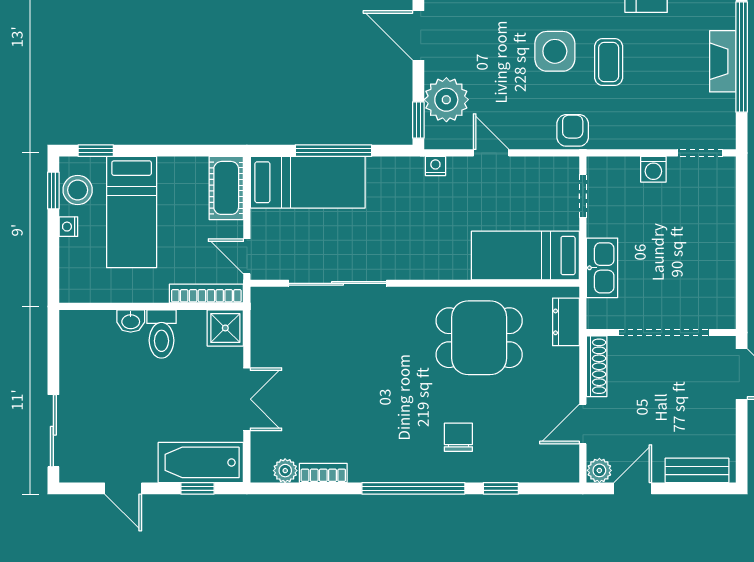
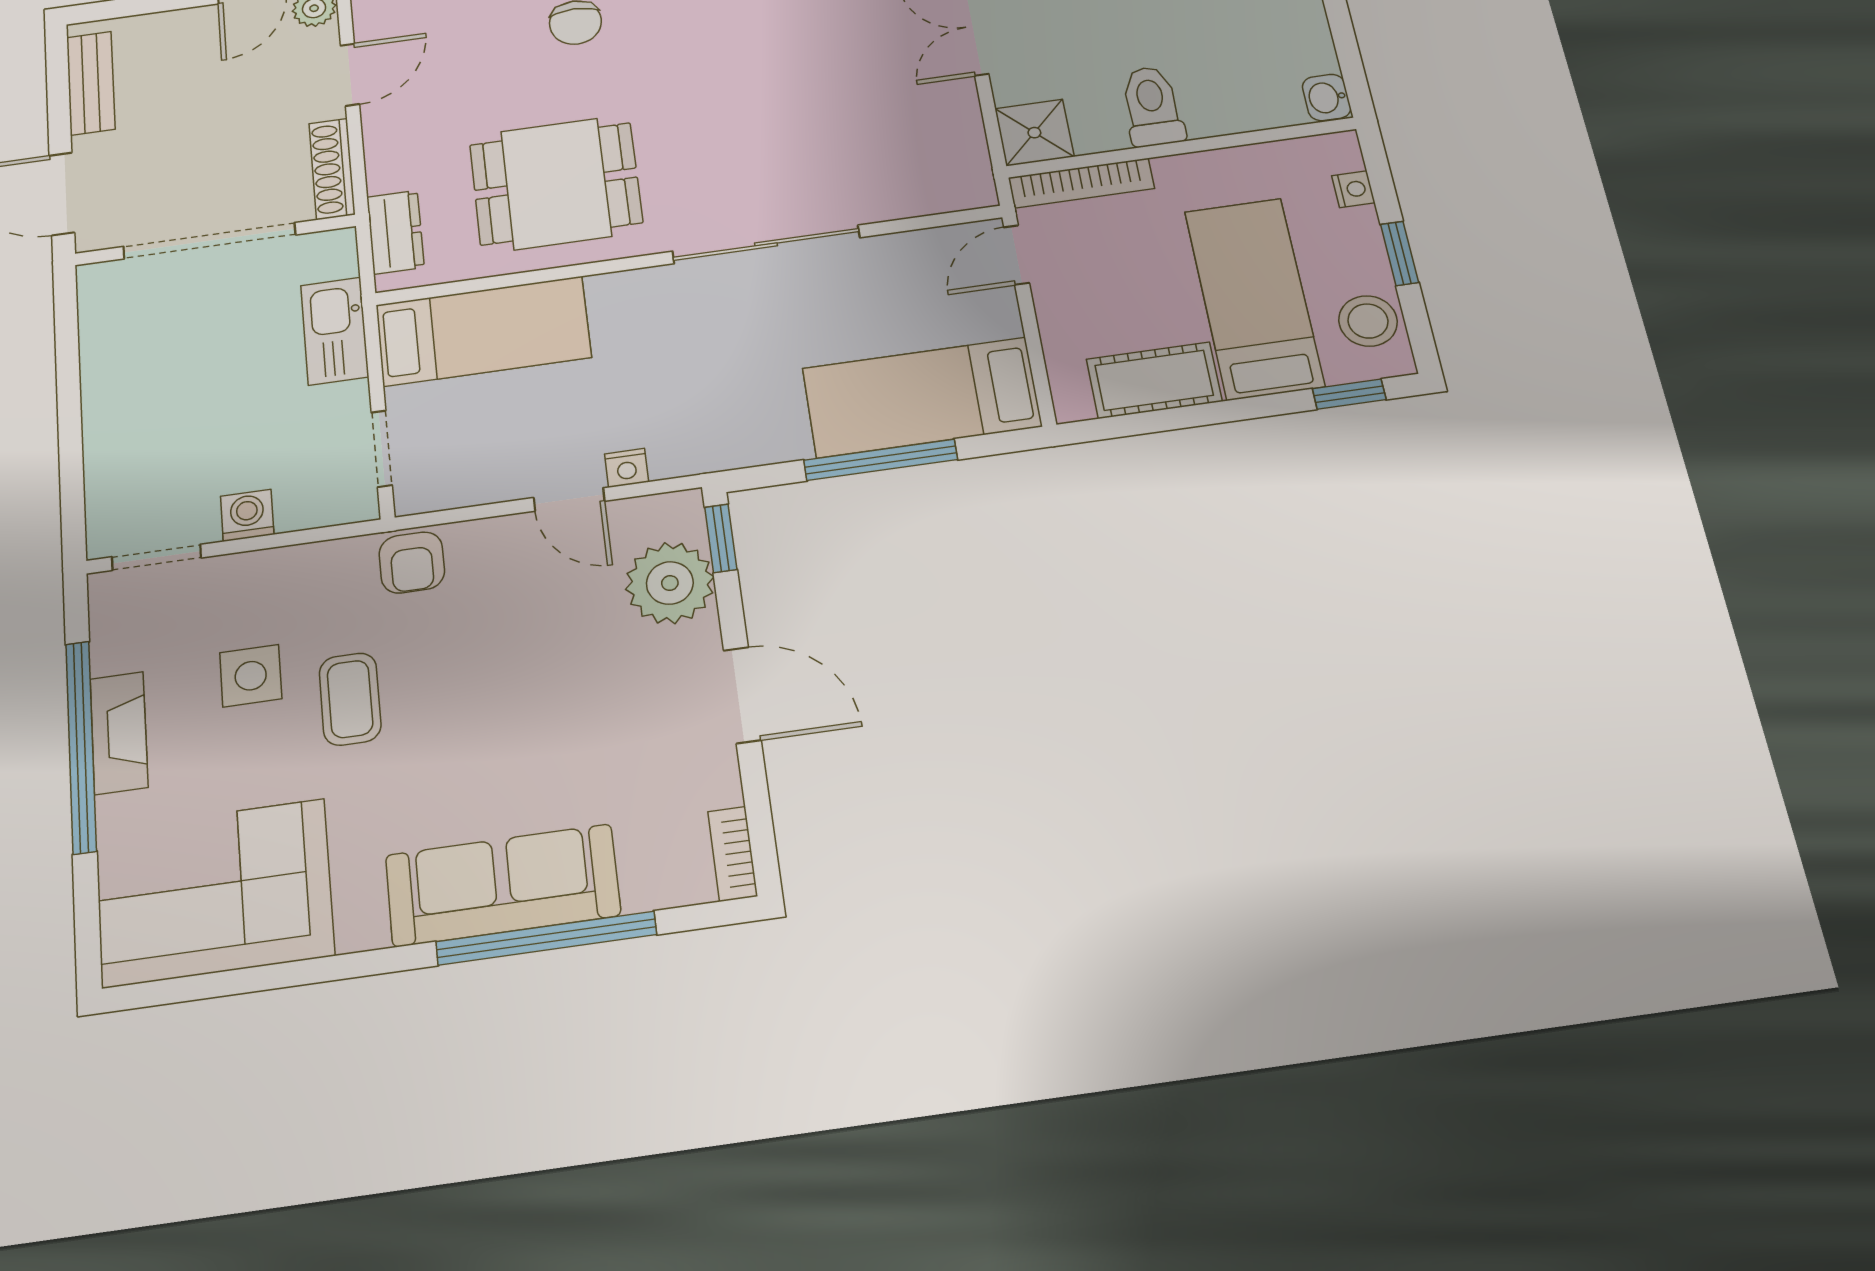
side table: (555, 51) -> (251, 676), moved, width x0.73, depth x0.73
nightstand: (435, 166) -> (627, 468), moved
cot: (226, 188) -> (1154, 380), moved, turned 90
window: (53, 190) -> (1400, 253), moved
nightstand: (68, 227) -> (1353, 189), moved
door: (247, 256) -> (1016, 255), swing flipped
sliding door: (338, 283) -> (766, 244), moved
washbasin: (131, 321) -> (1327, 97), moved, turned -90
bench: (697, 470) -> (91, 83), moved, turned 90

